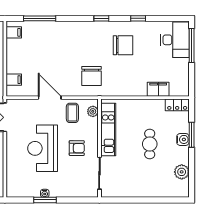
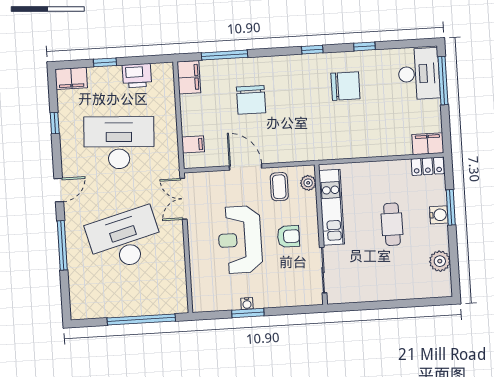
filing cabinet: (14, 32) -> (189, 77), width x2.00
chair: (92, 76) -> (251, 100), moved
filing cabinet: (158, 89) -> (428, 144), moved

